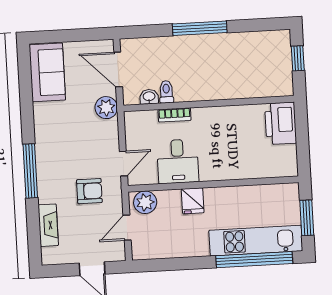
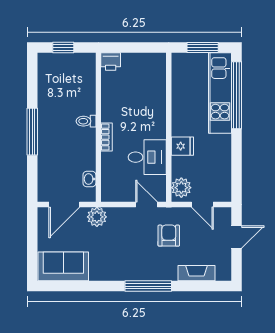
toilet: (166, 92) -> (86, 121), moved
bookcase: (174, 115) -> (107, 137), moved
printer: (281, 123) -> (111, 61), width x0.53, depth x0.68

